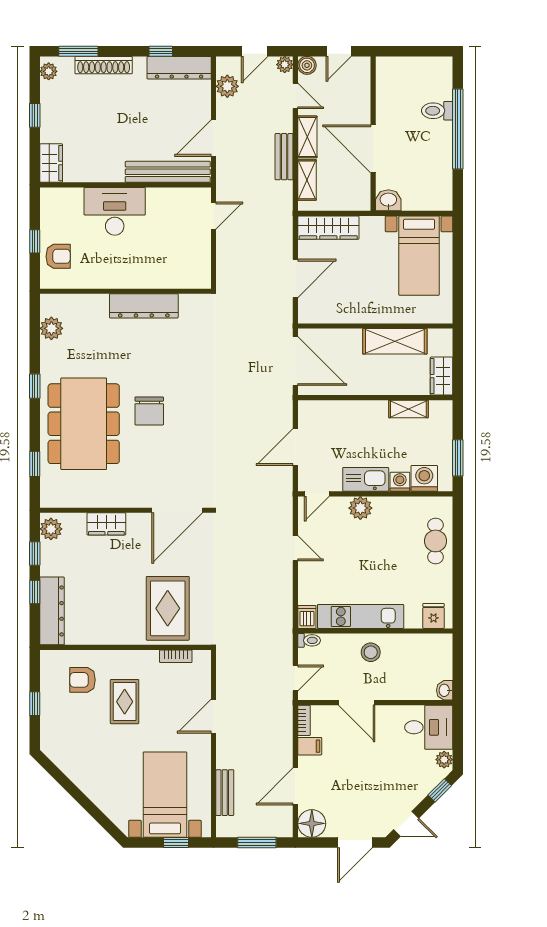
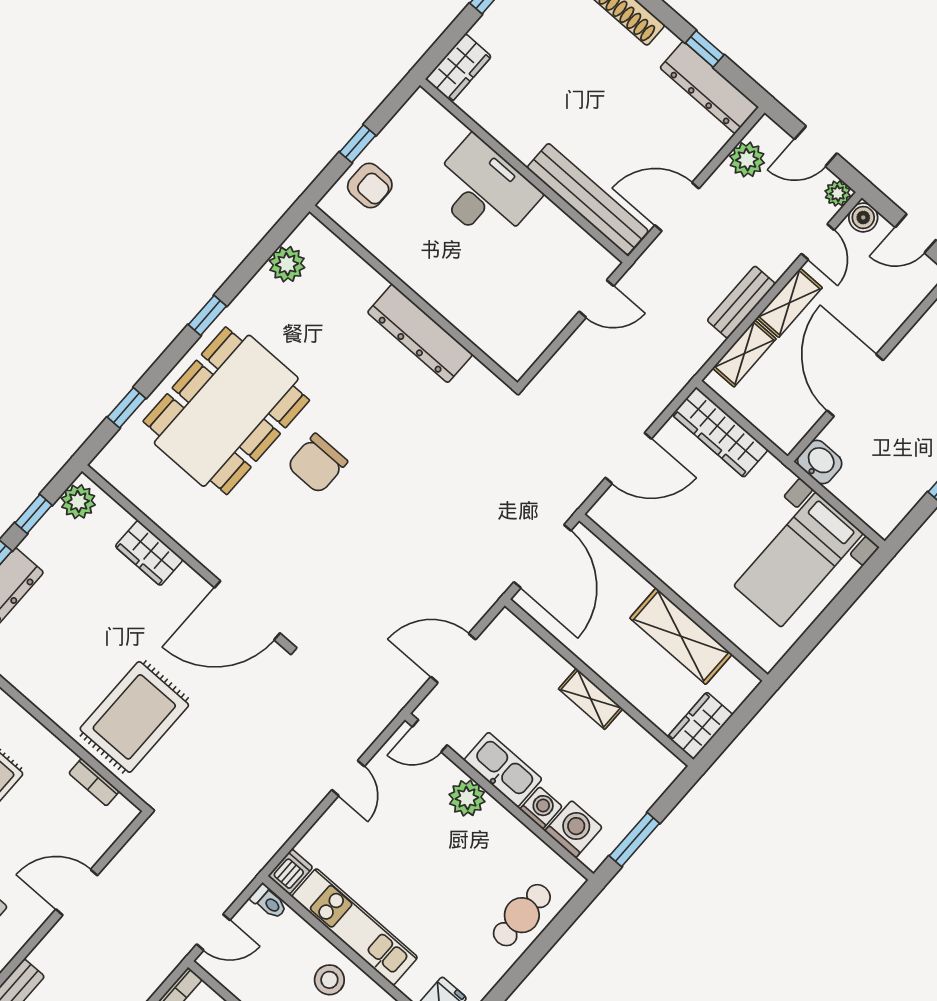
shelving: (408, 409) -> (591, 699), moved

